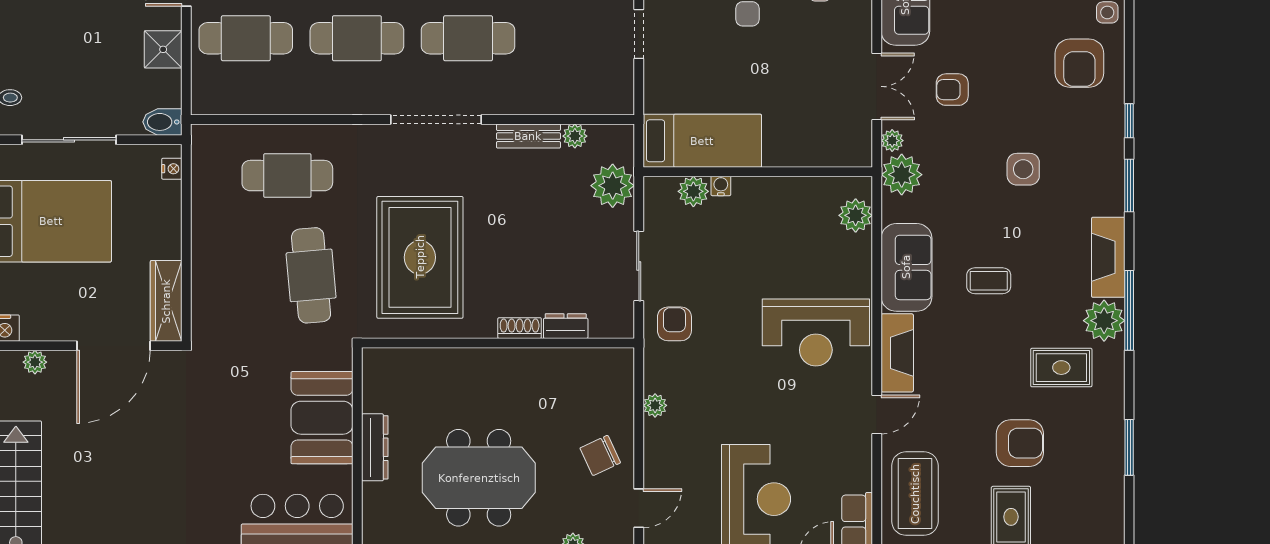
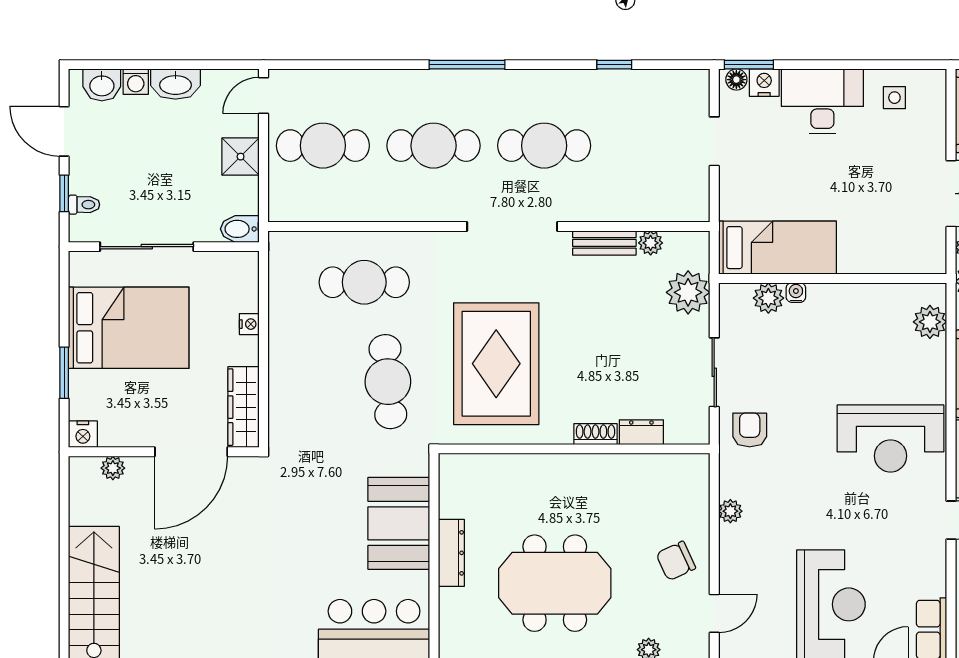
nightstand: (172, 169) -> (249, 324), moved

